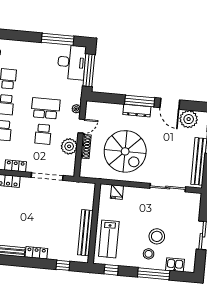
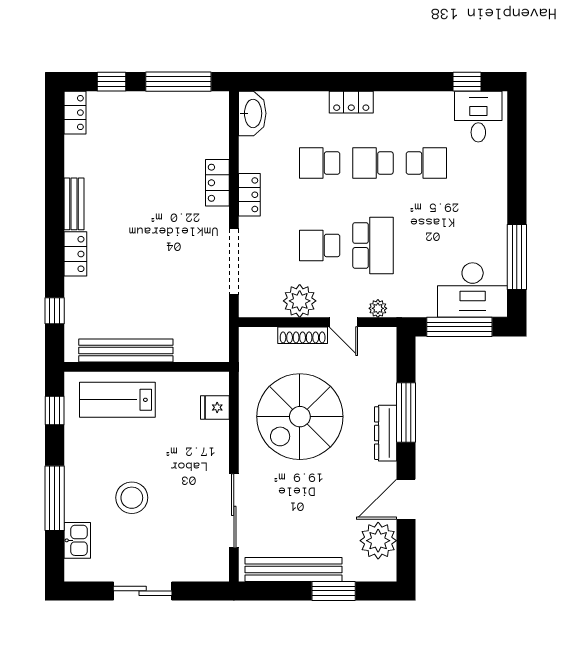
window: (140, 101) -> (406, 412), moved
stool: (149, 254) -> (94, 484), removed

